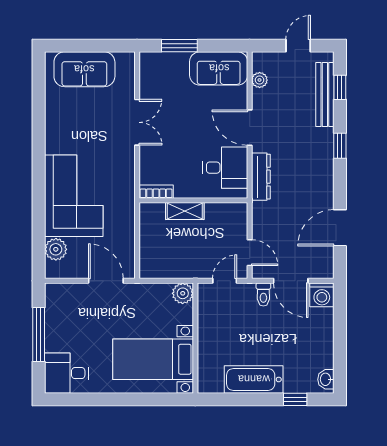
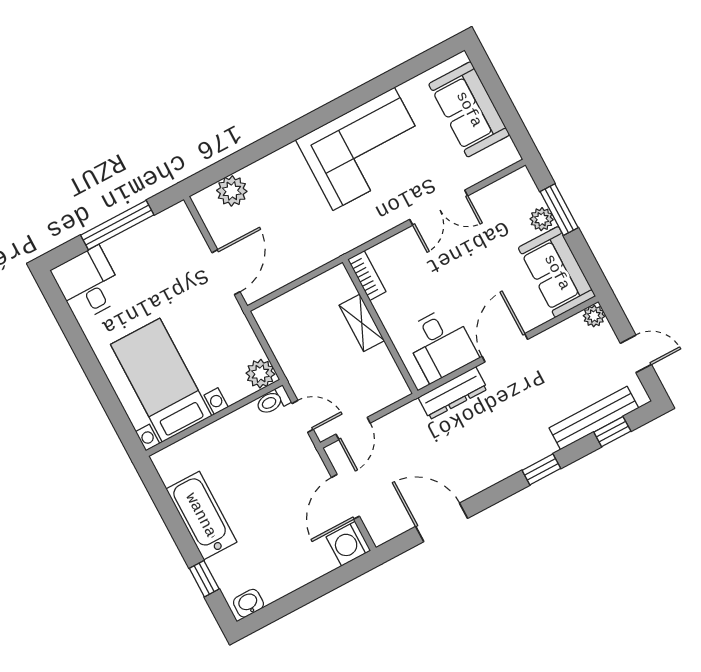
plant: (180, 60) -> (542, 219), added
plant: (260, 80) -> (594, 316), moved
corner sofa: (74, 196) -> (364, 149), moved
toilet: (263, 294) -> (273, 401), moved

